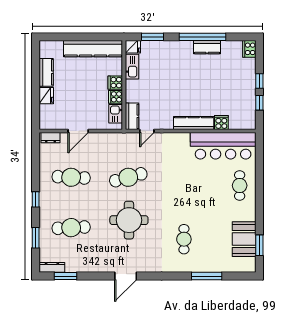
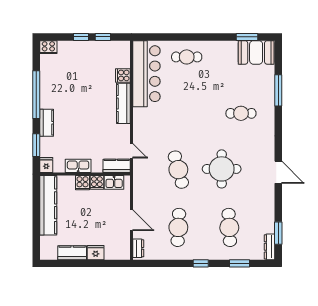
kitchen counter: (207, 47) -> (47, 123), moved
kitchen sink: (132, 67) -> (78, 166), moved
booth: (244, 239) -> (256, 52), moved

